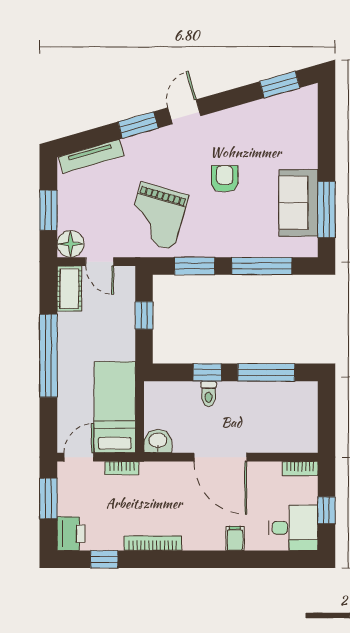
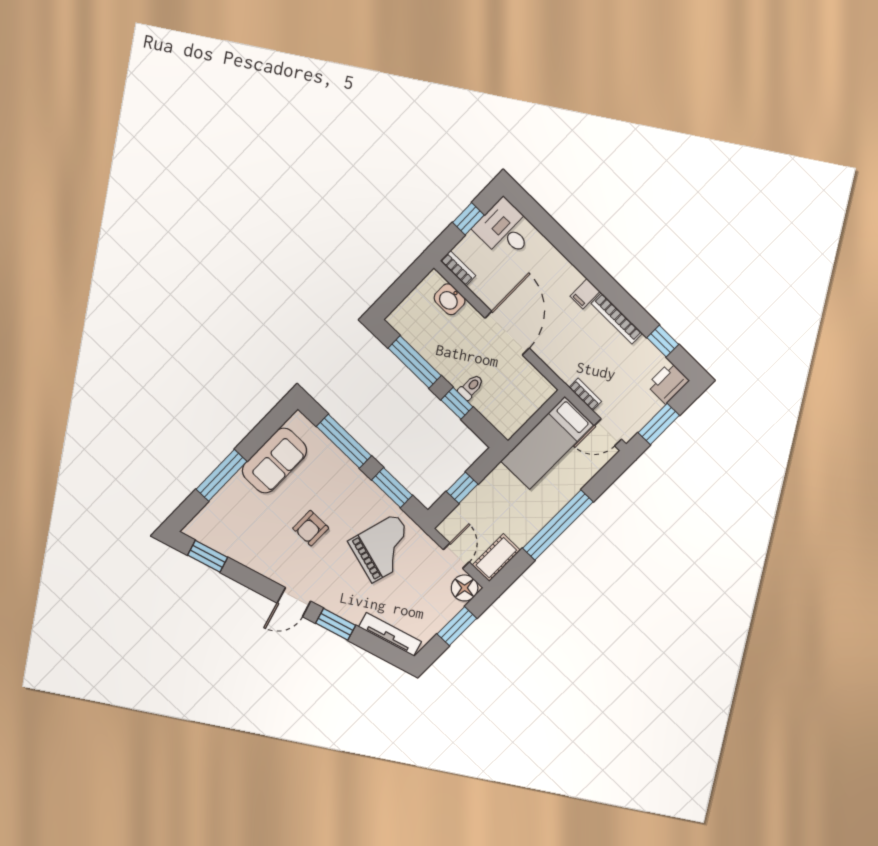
window: (326, 209) -> (221, 475), moved
washbasin: (158, 441) -> (450, 299), moved
filing cabinet: (235, 538) -> (585, 294), moved

